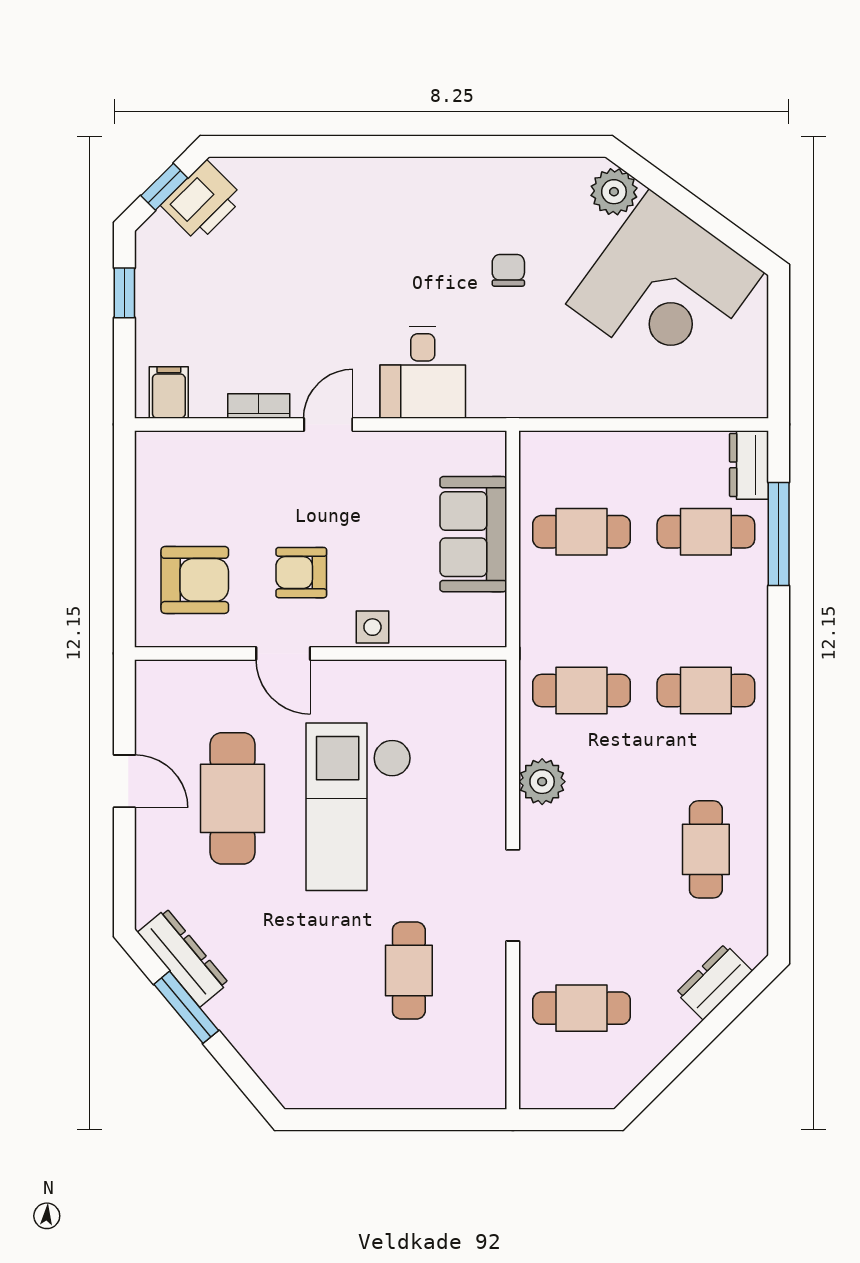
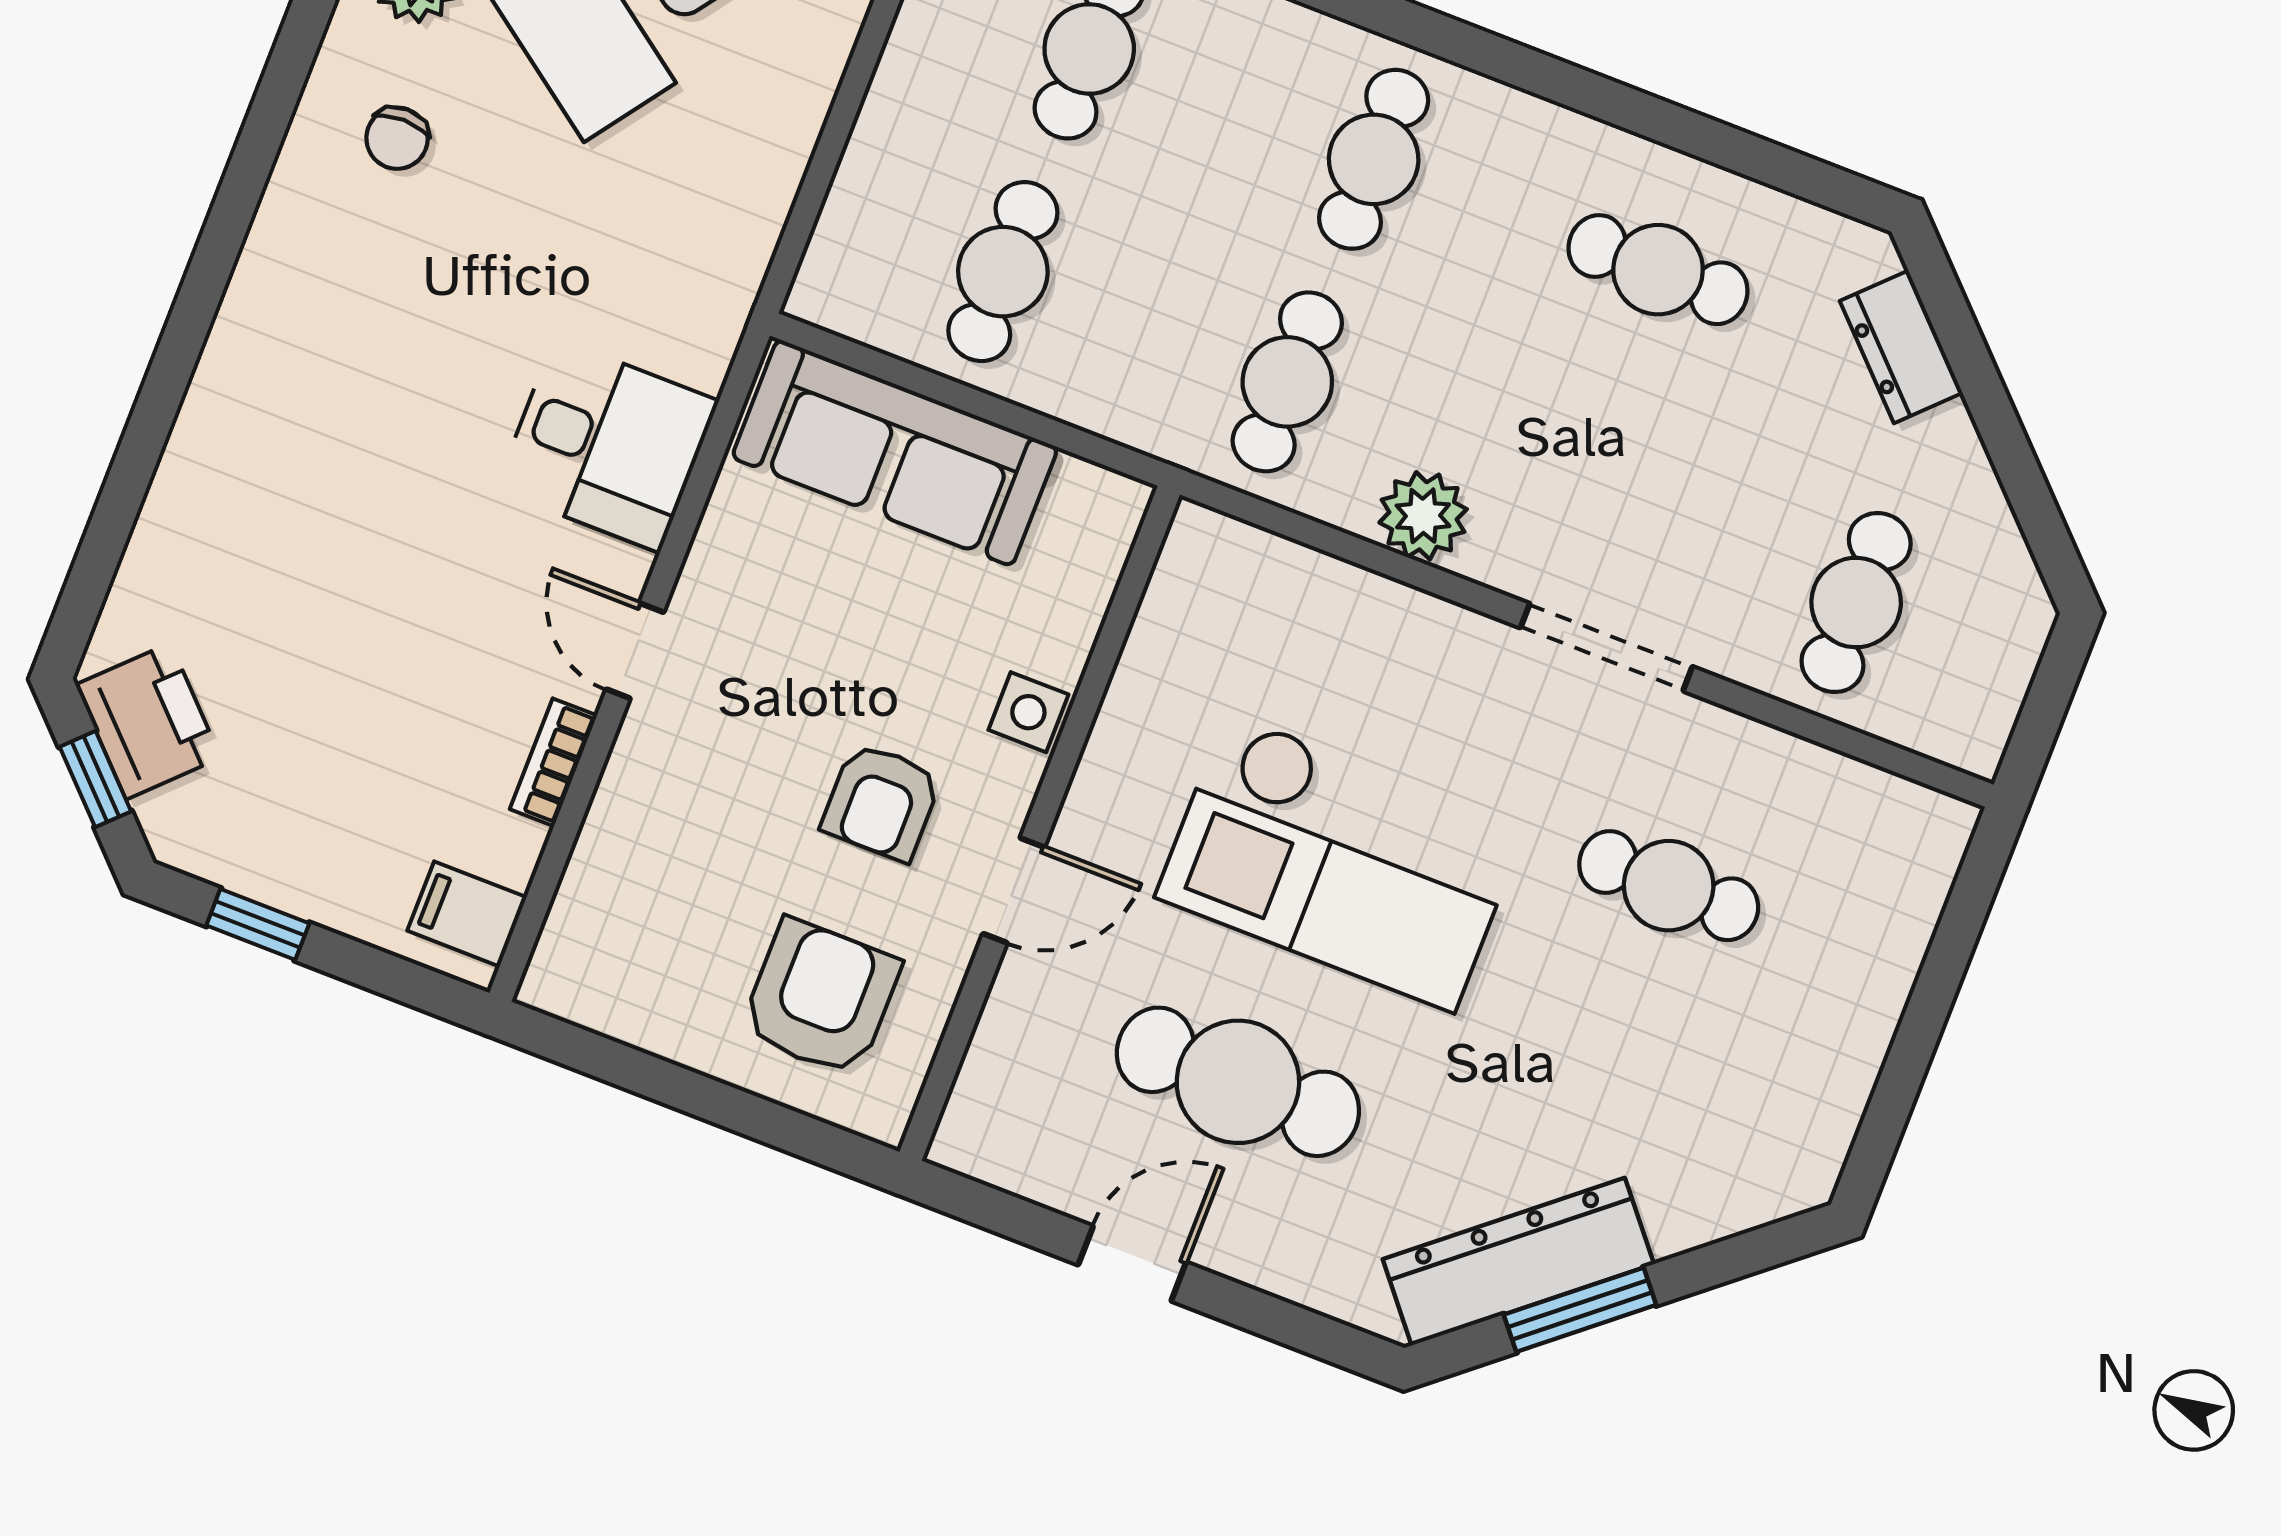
chair: (508, 270) -> (397, 138), moved, turned -90
sofa: (473, 534) -> (895, 453), width x1.36
dresser: (183, 958) -> (1518, 1262), width x1.37, depth x1.24

